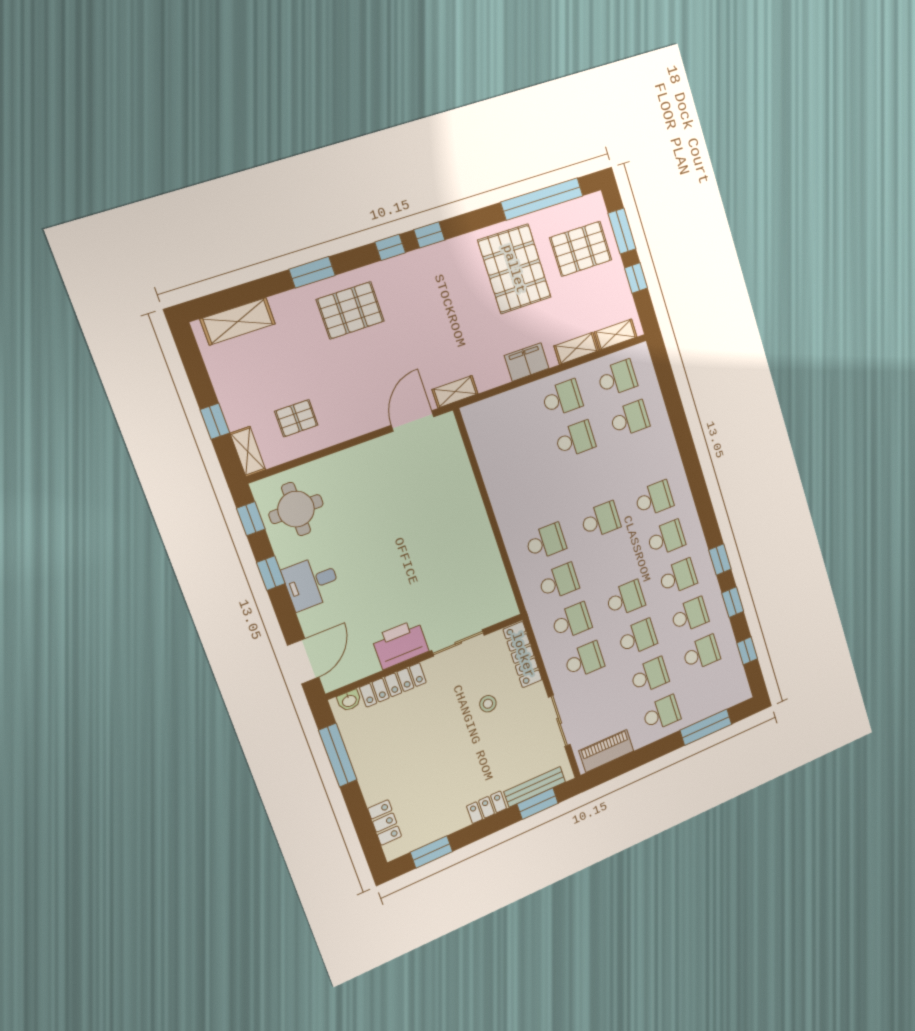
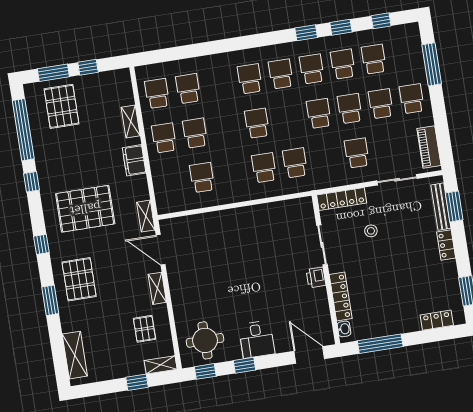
window: (429, 235) -> (31, 182), moved
pallet: (514, 269) -> (85, 209), moved
shelving: (616, 335) -> (157, 288), moved
school desk: (572, 621) -> (202, 178), moved
printer: (400, 644) -> (316, 277), width x0.53, depth x0.68

